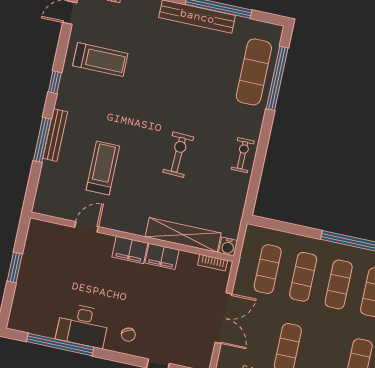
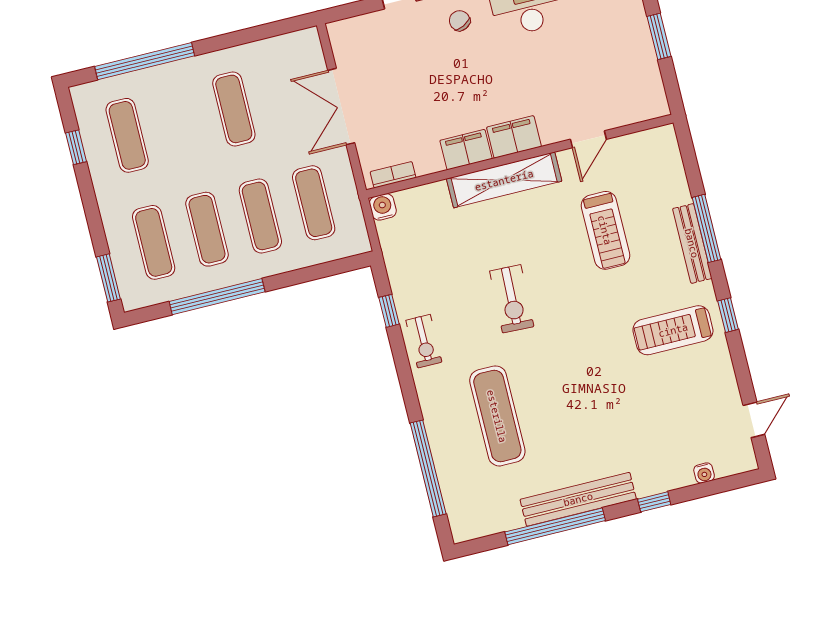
treadmill: (100, 60) -> (673, 330), moved
exercise mat: (254, 72) -> (497, 416), moved
window: (254, 183) -> (389, 311), added
shelving: (183, 235) -> (504, 180), moved

